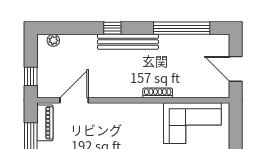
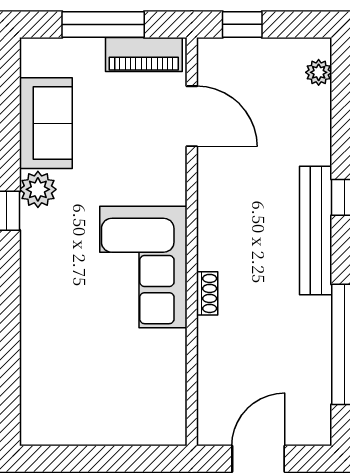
shoe rack: (158, 93) -> (207, 293), width x0.70
corner sofa: (192, 123) -> (143, 267), moved

